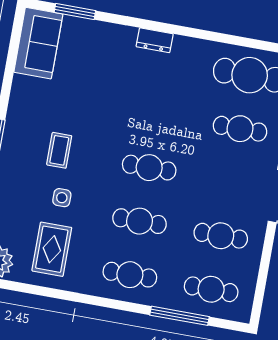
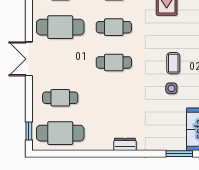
side table: (62, 198) -> (171, 88), moved
cafe table: (221, 236) -> (60, 27), width x1.37, depth x1.35

